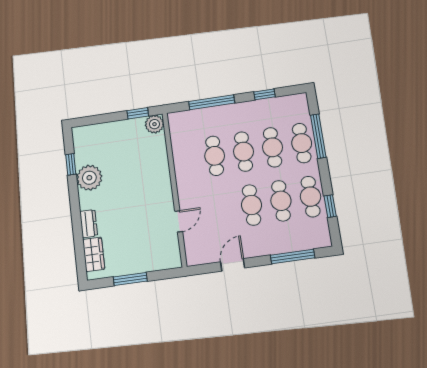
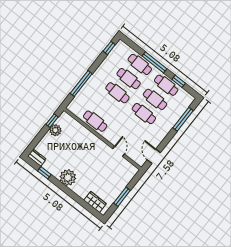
window: (264, 94) -> (109, 48), moved
plant: (154, 124) -> (55, 130), moved
window: (318, 136) -> (154, 62), moved
cafe table: (215, 156) -> (95, 121), moved
plant: (89, 178) -> (68, 178), moved
dresser: (89, 224) -> (37, 158), moved
door: (233, 265) -> (154, 156), moved

